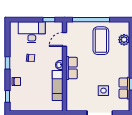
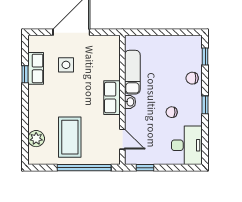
desk: (32, 32) -> (187, 145), moved, turned -90
door: (64, 39) -> (122, 139), hinge flipped

